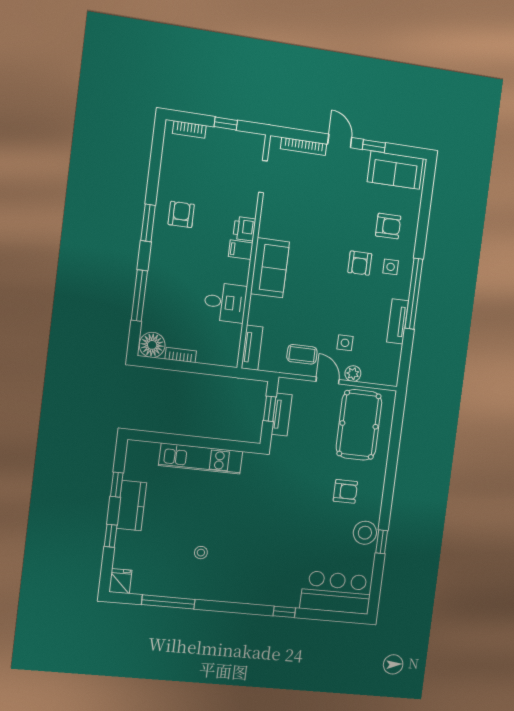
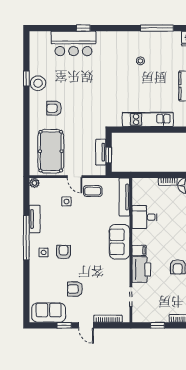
armchair: (388, 226) -> (75, 289), moved
printer: (244, 229) -> (141, 270), width x1.87, depth x1.48
tv unit: (252, 348) -> (124, 197), width x1.41
plant: (353, 374) -> (34, 183), moved
bar counter: (336, 592) -> (74, 43), moved

